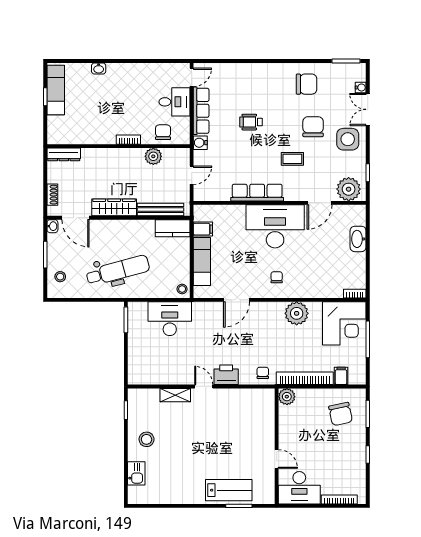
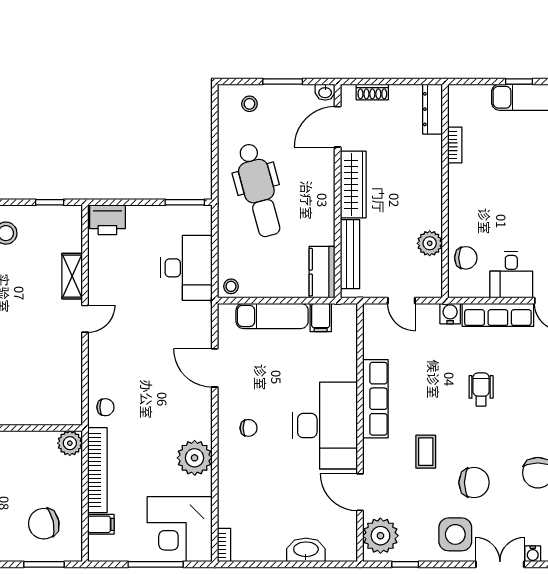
bookcase: (128, 140) -> (455, 145), moved
printer: (226, 375) -> (107, 220), moved, turned 90

